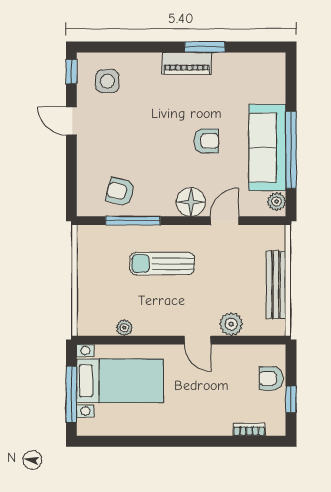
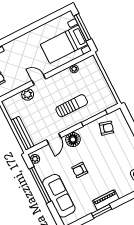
sofa: (267, 148) -> (59, 196), moved
bench: (276, 285) -> (22, 133), moved

